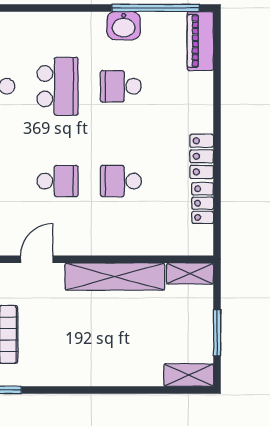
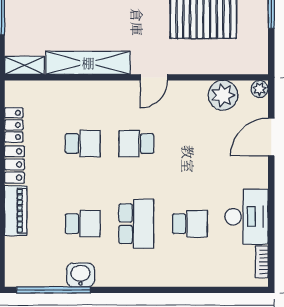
piano: (200, 41) -> (16, 211), moved
school desk: (58, 86) -> (136, 224), turned 180

